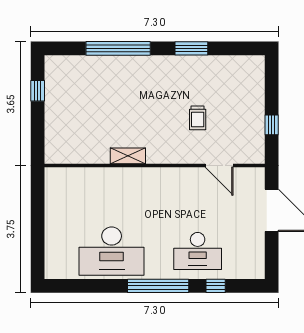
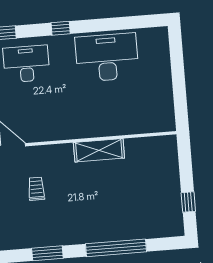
shelving: (128, 156) -> (99, 150), width x1.50, depth x1.33
window: (158, 286) -> (61, 28), width x0.32

